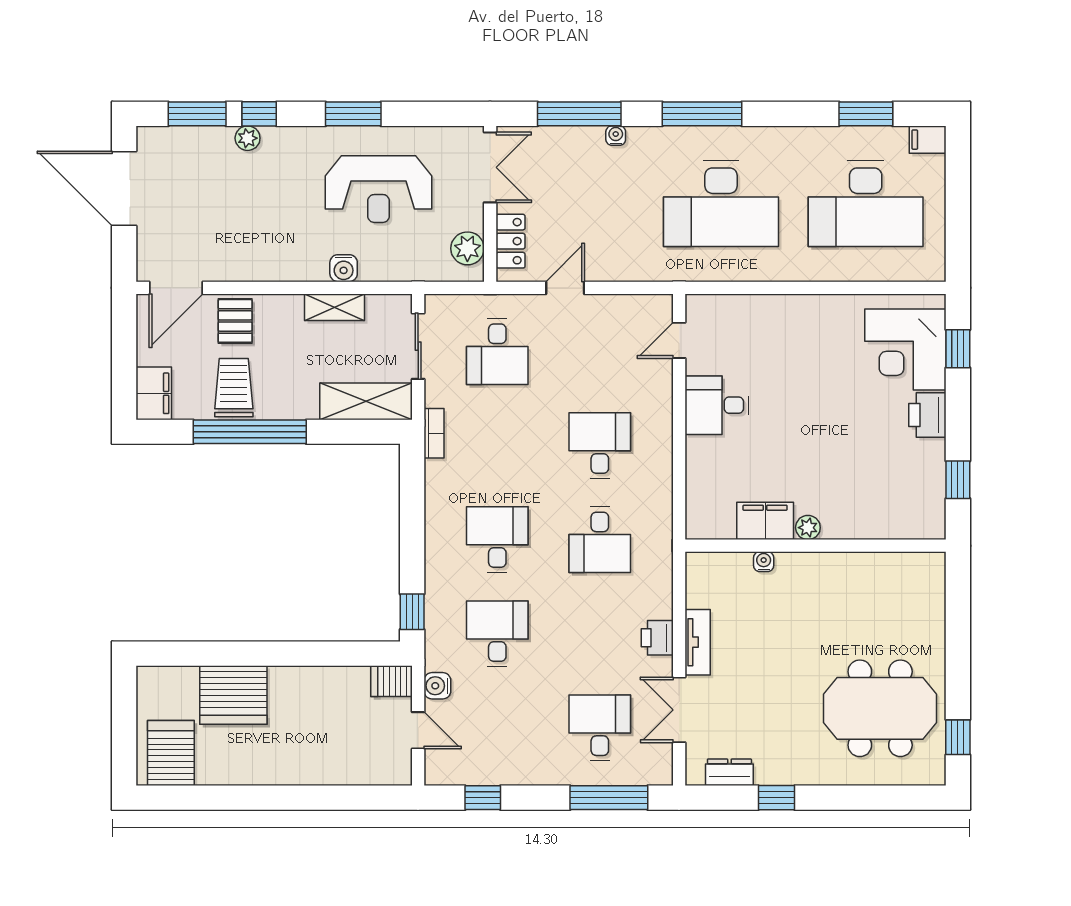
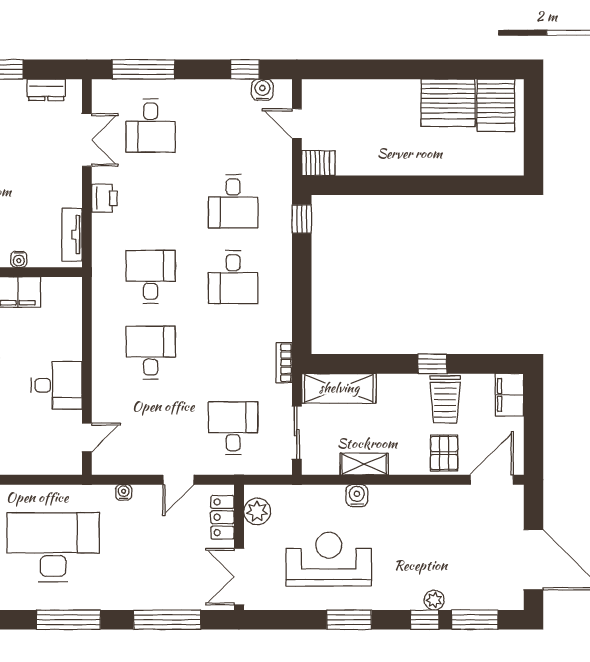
water cooler: (616, 136) -> (124, 492), moved, turned 180
window: (250, 432) -> (432, 364), width x0.32
desk: (600, 446) -> (151, 353), turned 180
tv unit: (698, 642) -> (72, 235), moved
water cooler: (437, 686) -> (262, 90), moved, turned -90
server rack: (233, 695) -> (448, 103), moved, turned 180

